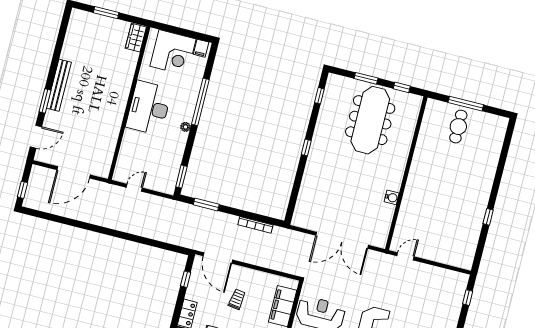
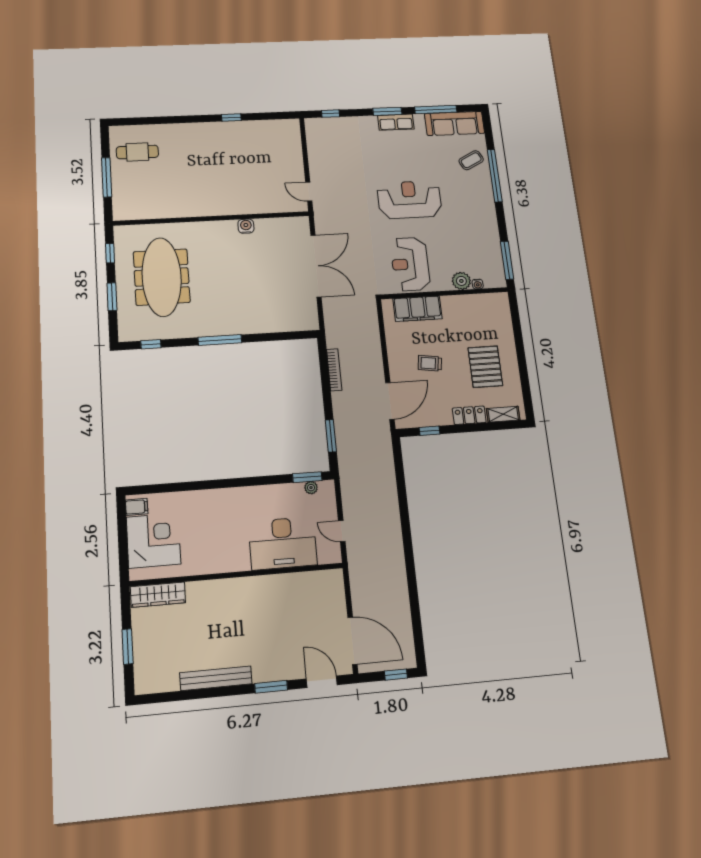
wardrobe: (136, 38) -> (158, 595), width x1.50
bench: (59, 85) -> (216, 678), moved
window: (200, 102) -> (206, 485), removed
desk: (149, 108) -> (283, 543), moved
meeting table: (370, 120) -> (162, 277), turned 90
plant: (186, 127) -> (311, 488), moved
cafe table: (458, 127) -> (137, 152), moved
window: (306, 147) -> (220, 340), width x2.17
door: (74, 172) -> (352, 641), moved

